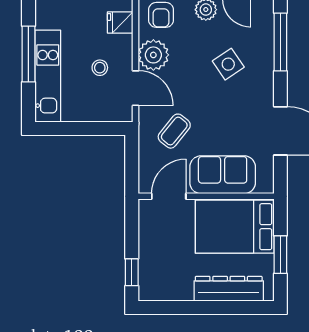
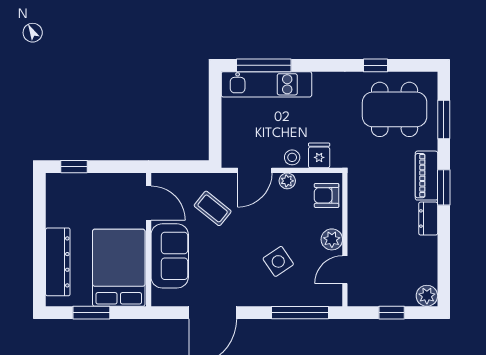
window: (28, 54) -> (264, 65), moved
plant: (153, 55) -> (287, 181), width x0.53, depth x0.53
stool: (100, 68) -> (292, 157), moved

